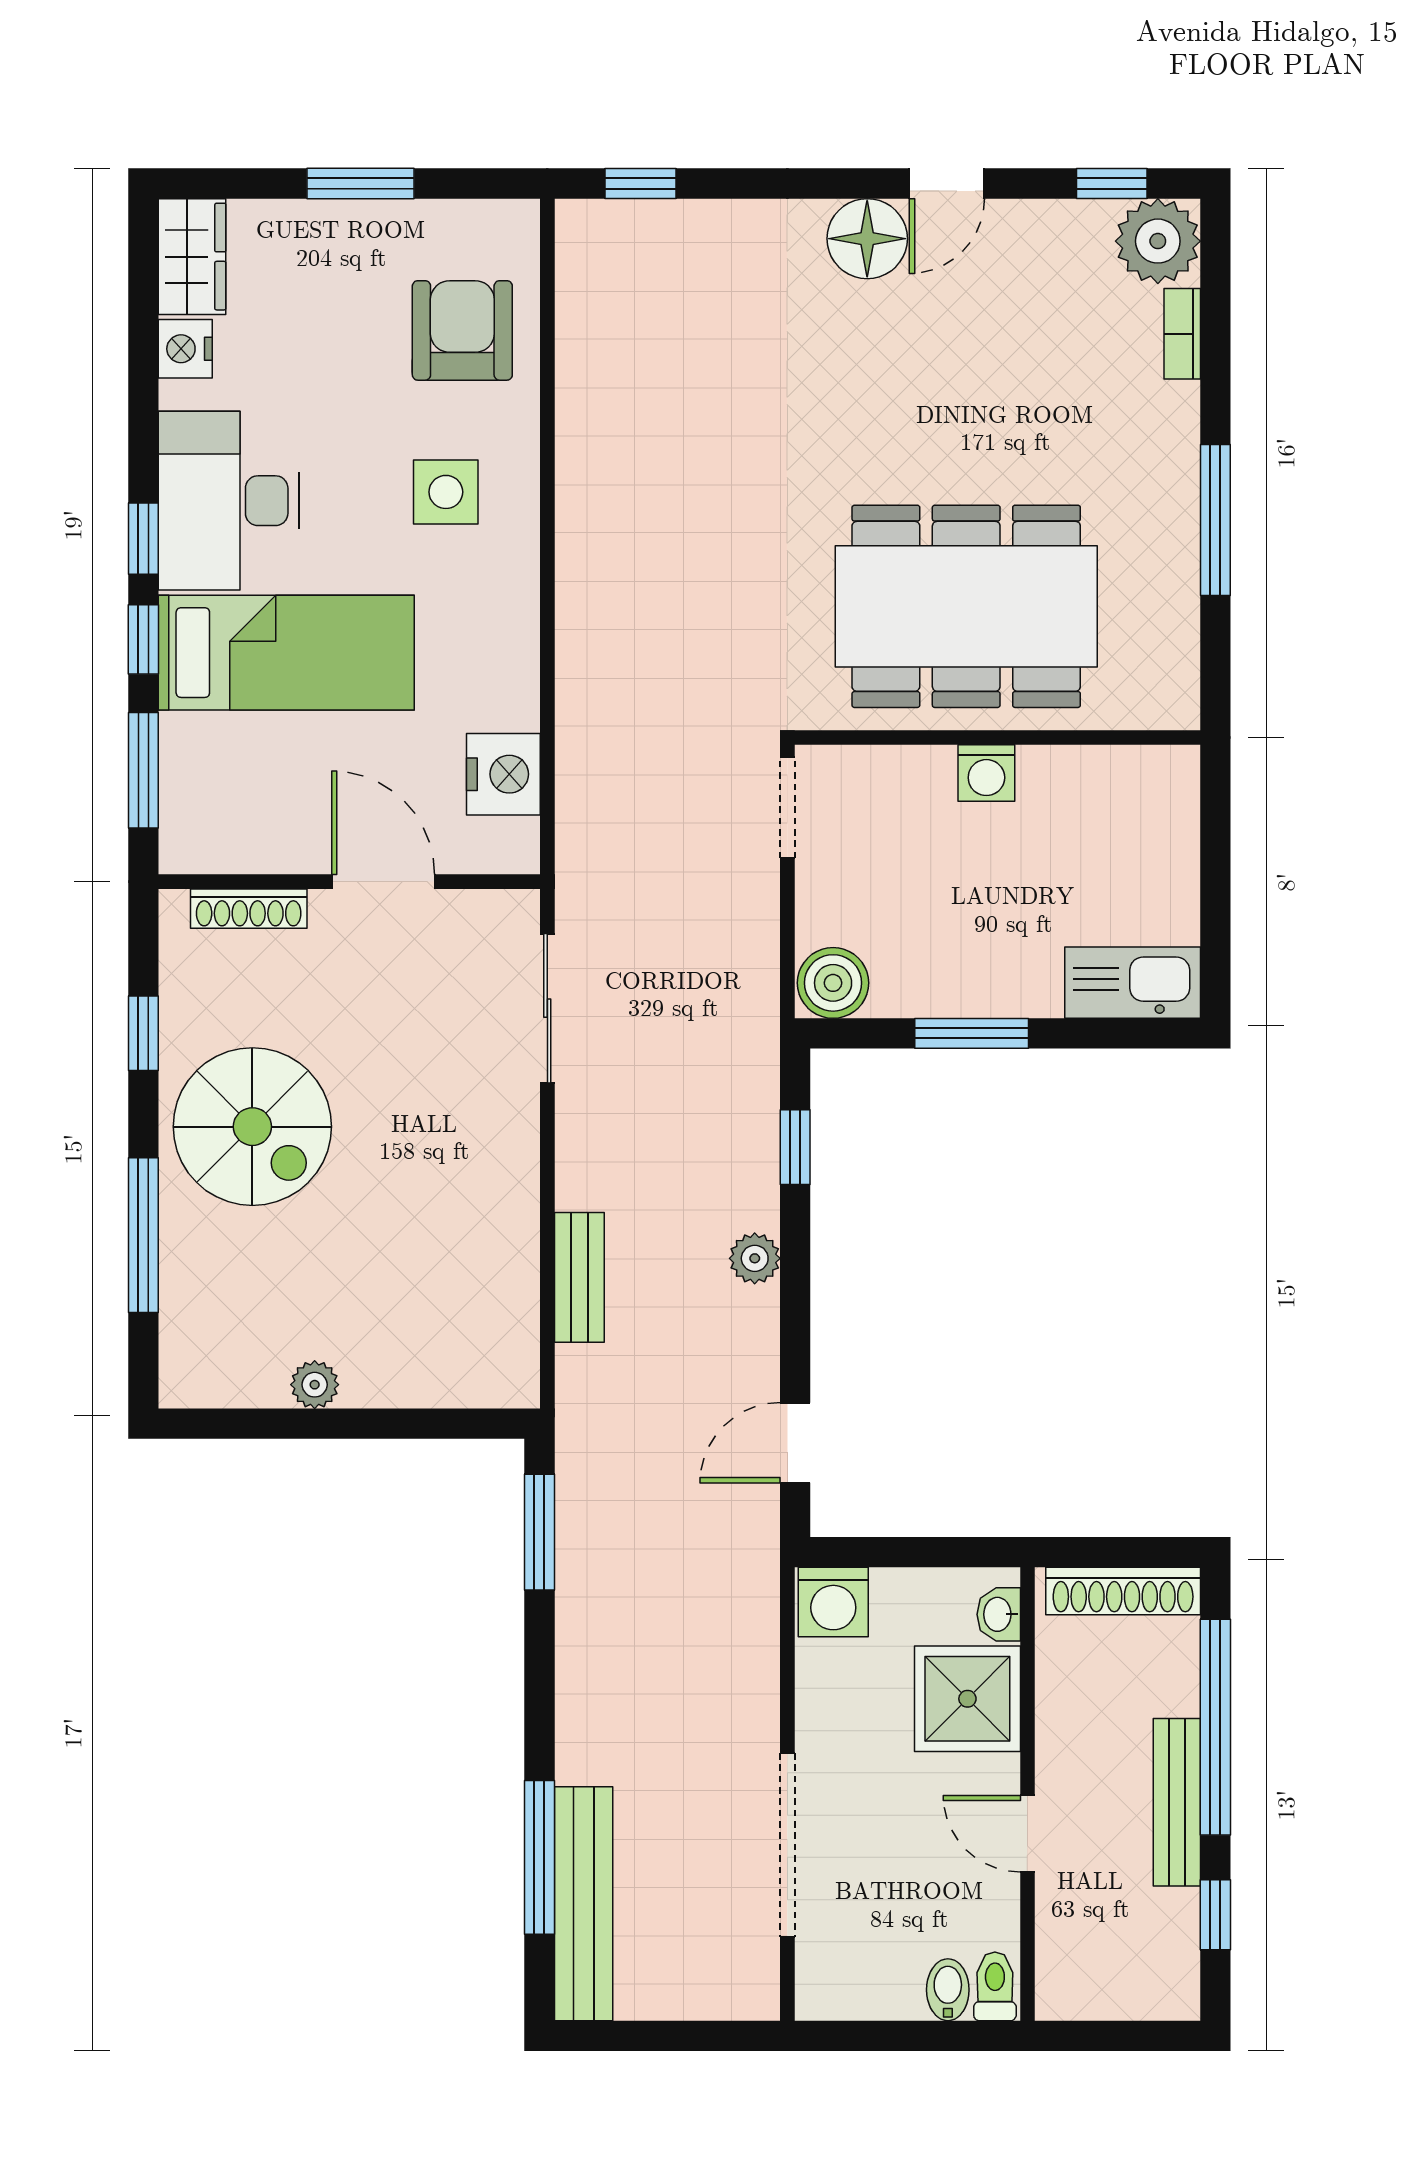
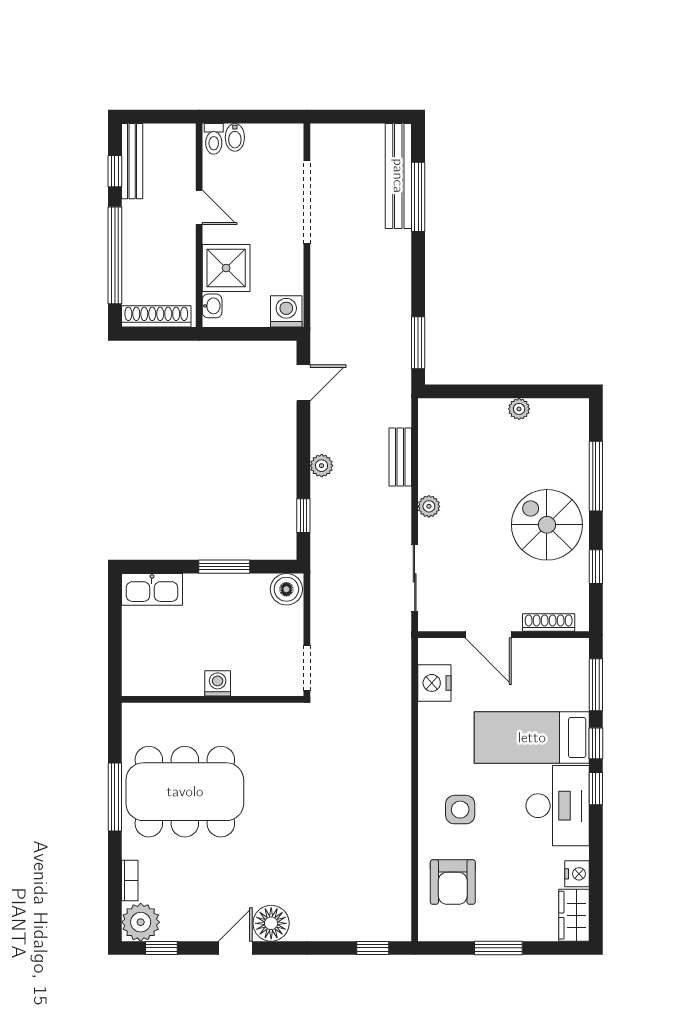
dining table: (966, 606) -> (185, 792), moved
plant: (515, 1168) -> (429, 506), added
bench: (1177, 1802) -> (132, 161), moved

